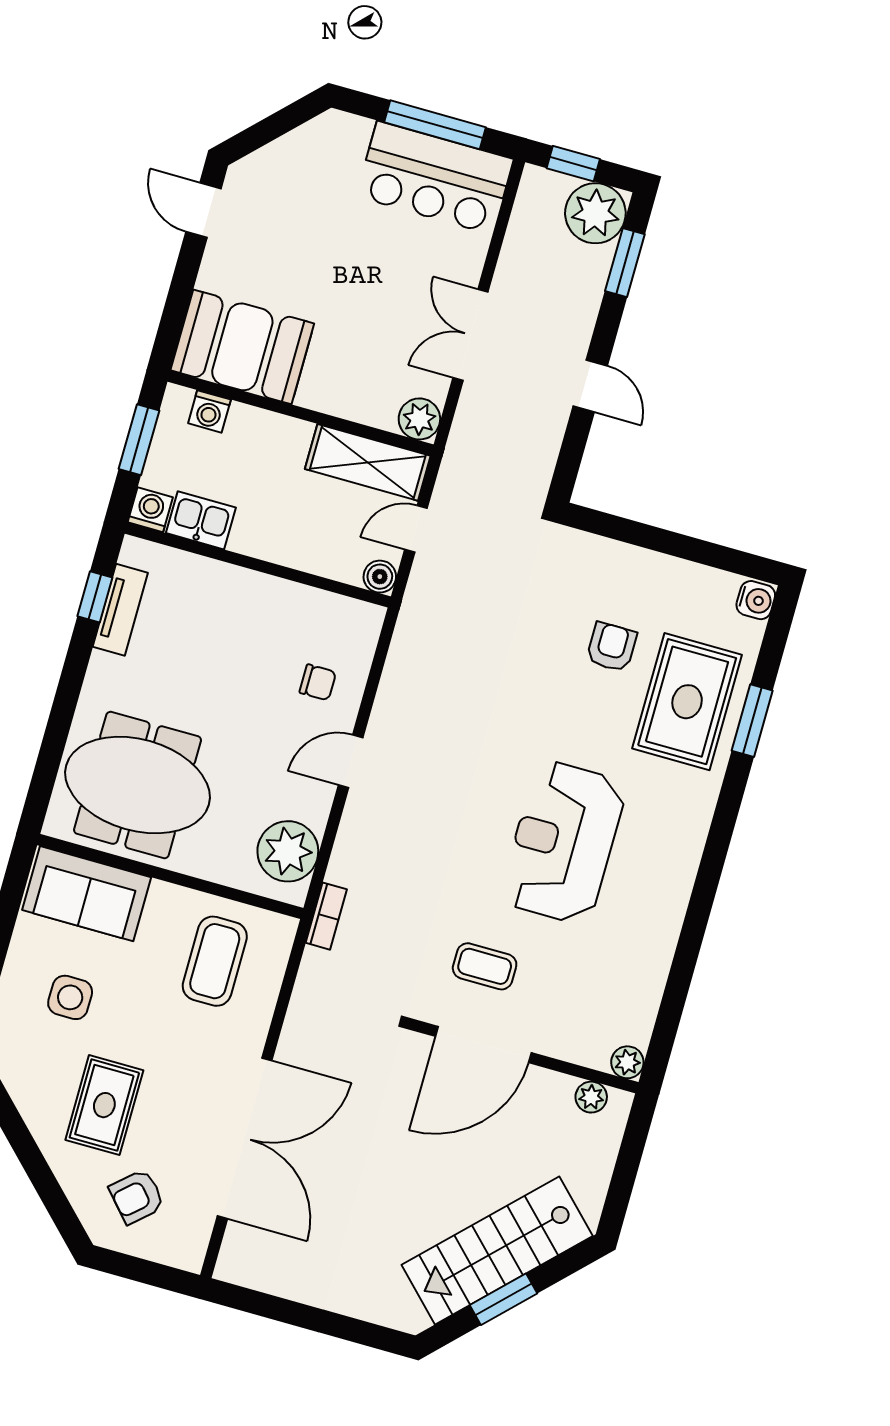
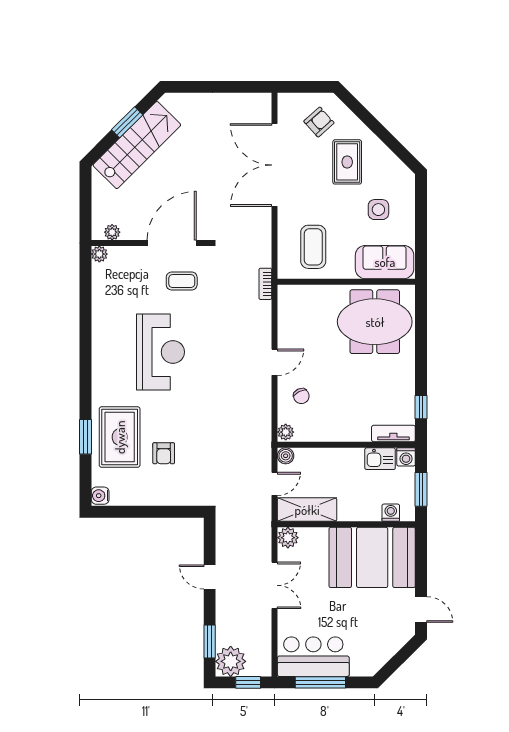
booth: (242, 347) -> (372, 557), width x1.36, depth x1.42
tv unit: (120, 610) -> (393, 434), moved, turned 90
chair: (318, 682) -> (301, 396), turned -116
plant: (288, 851) -> (286, 432), moved, width x0.53, depth x0.53

